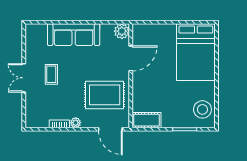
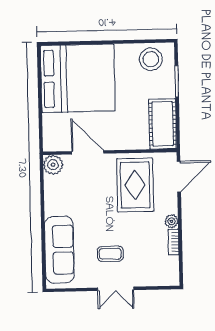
sofa: (74, 35) -> (59, 250), moved
bed: (196, 52) -> (78, 78), width x1.36
cot: (146, 120) -> (163, 124), width x1.37, depth x1.34

